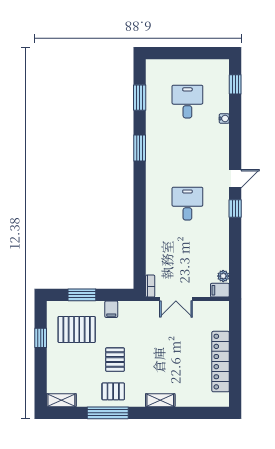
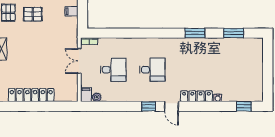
desk: (187, 102) -> (113, 70), moved
locker: (222, 146) -> (196, 96), added

